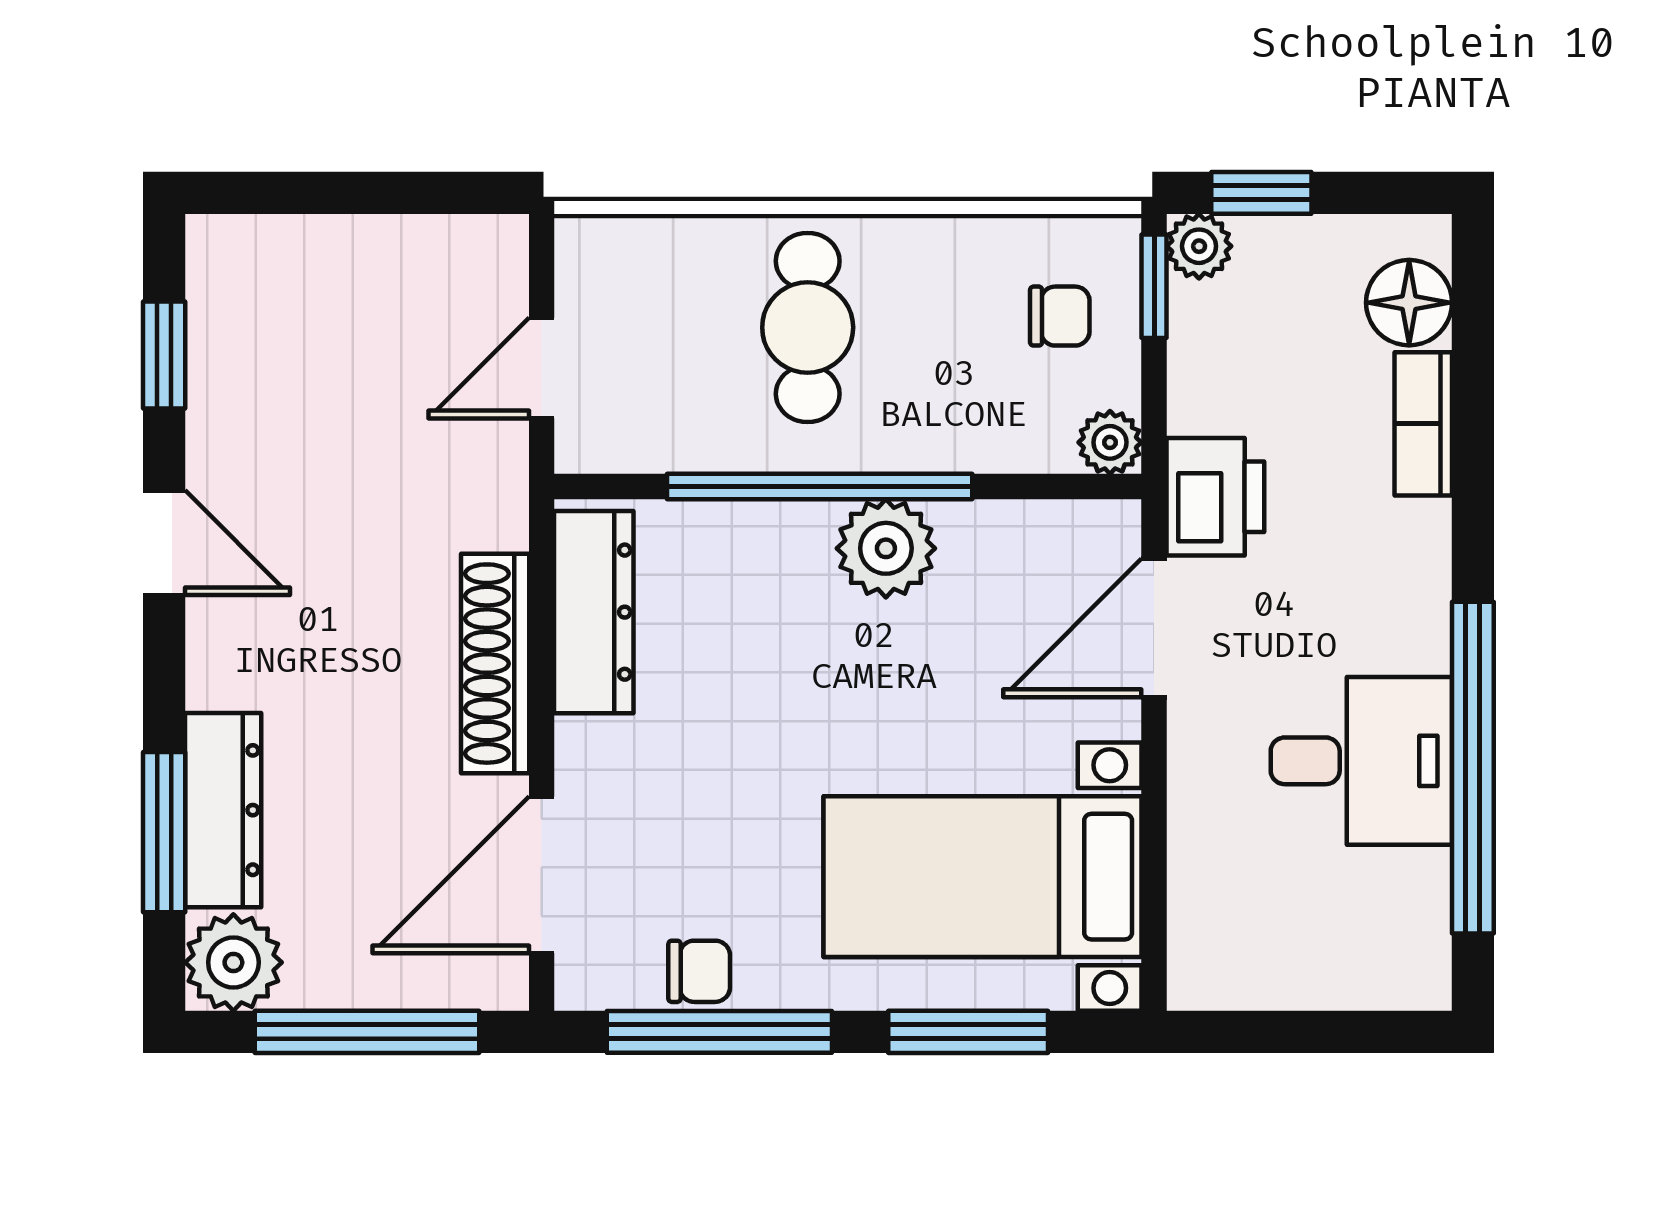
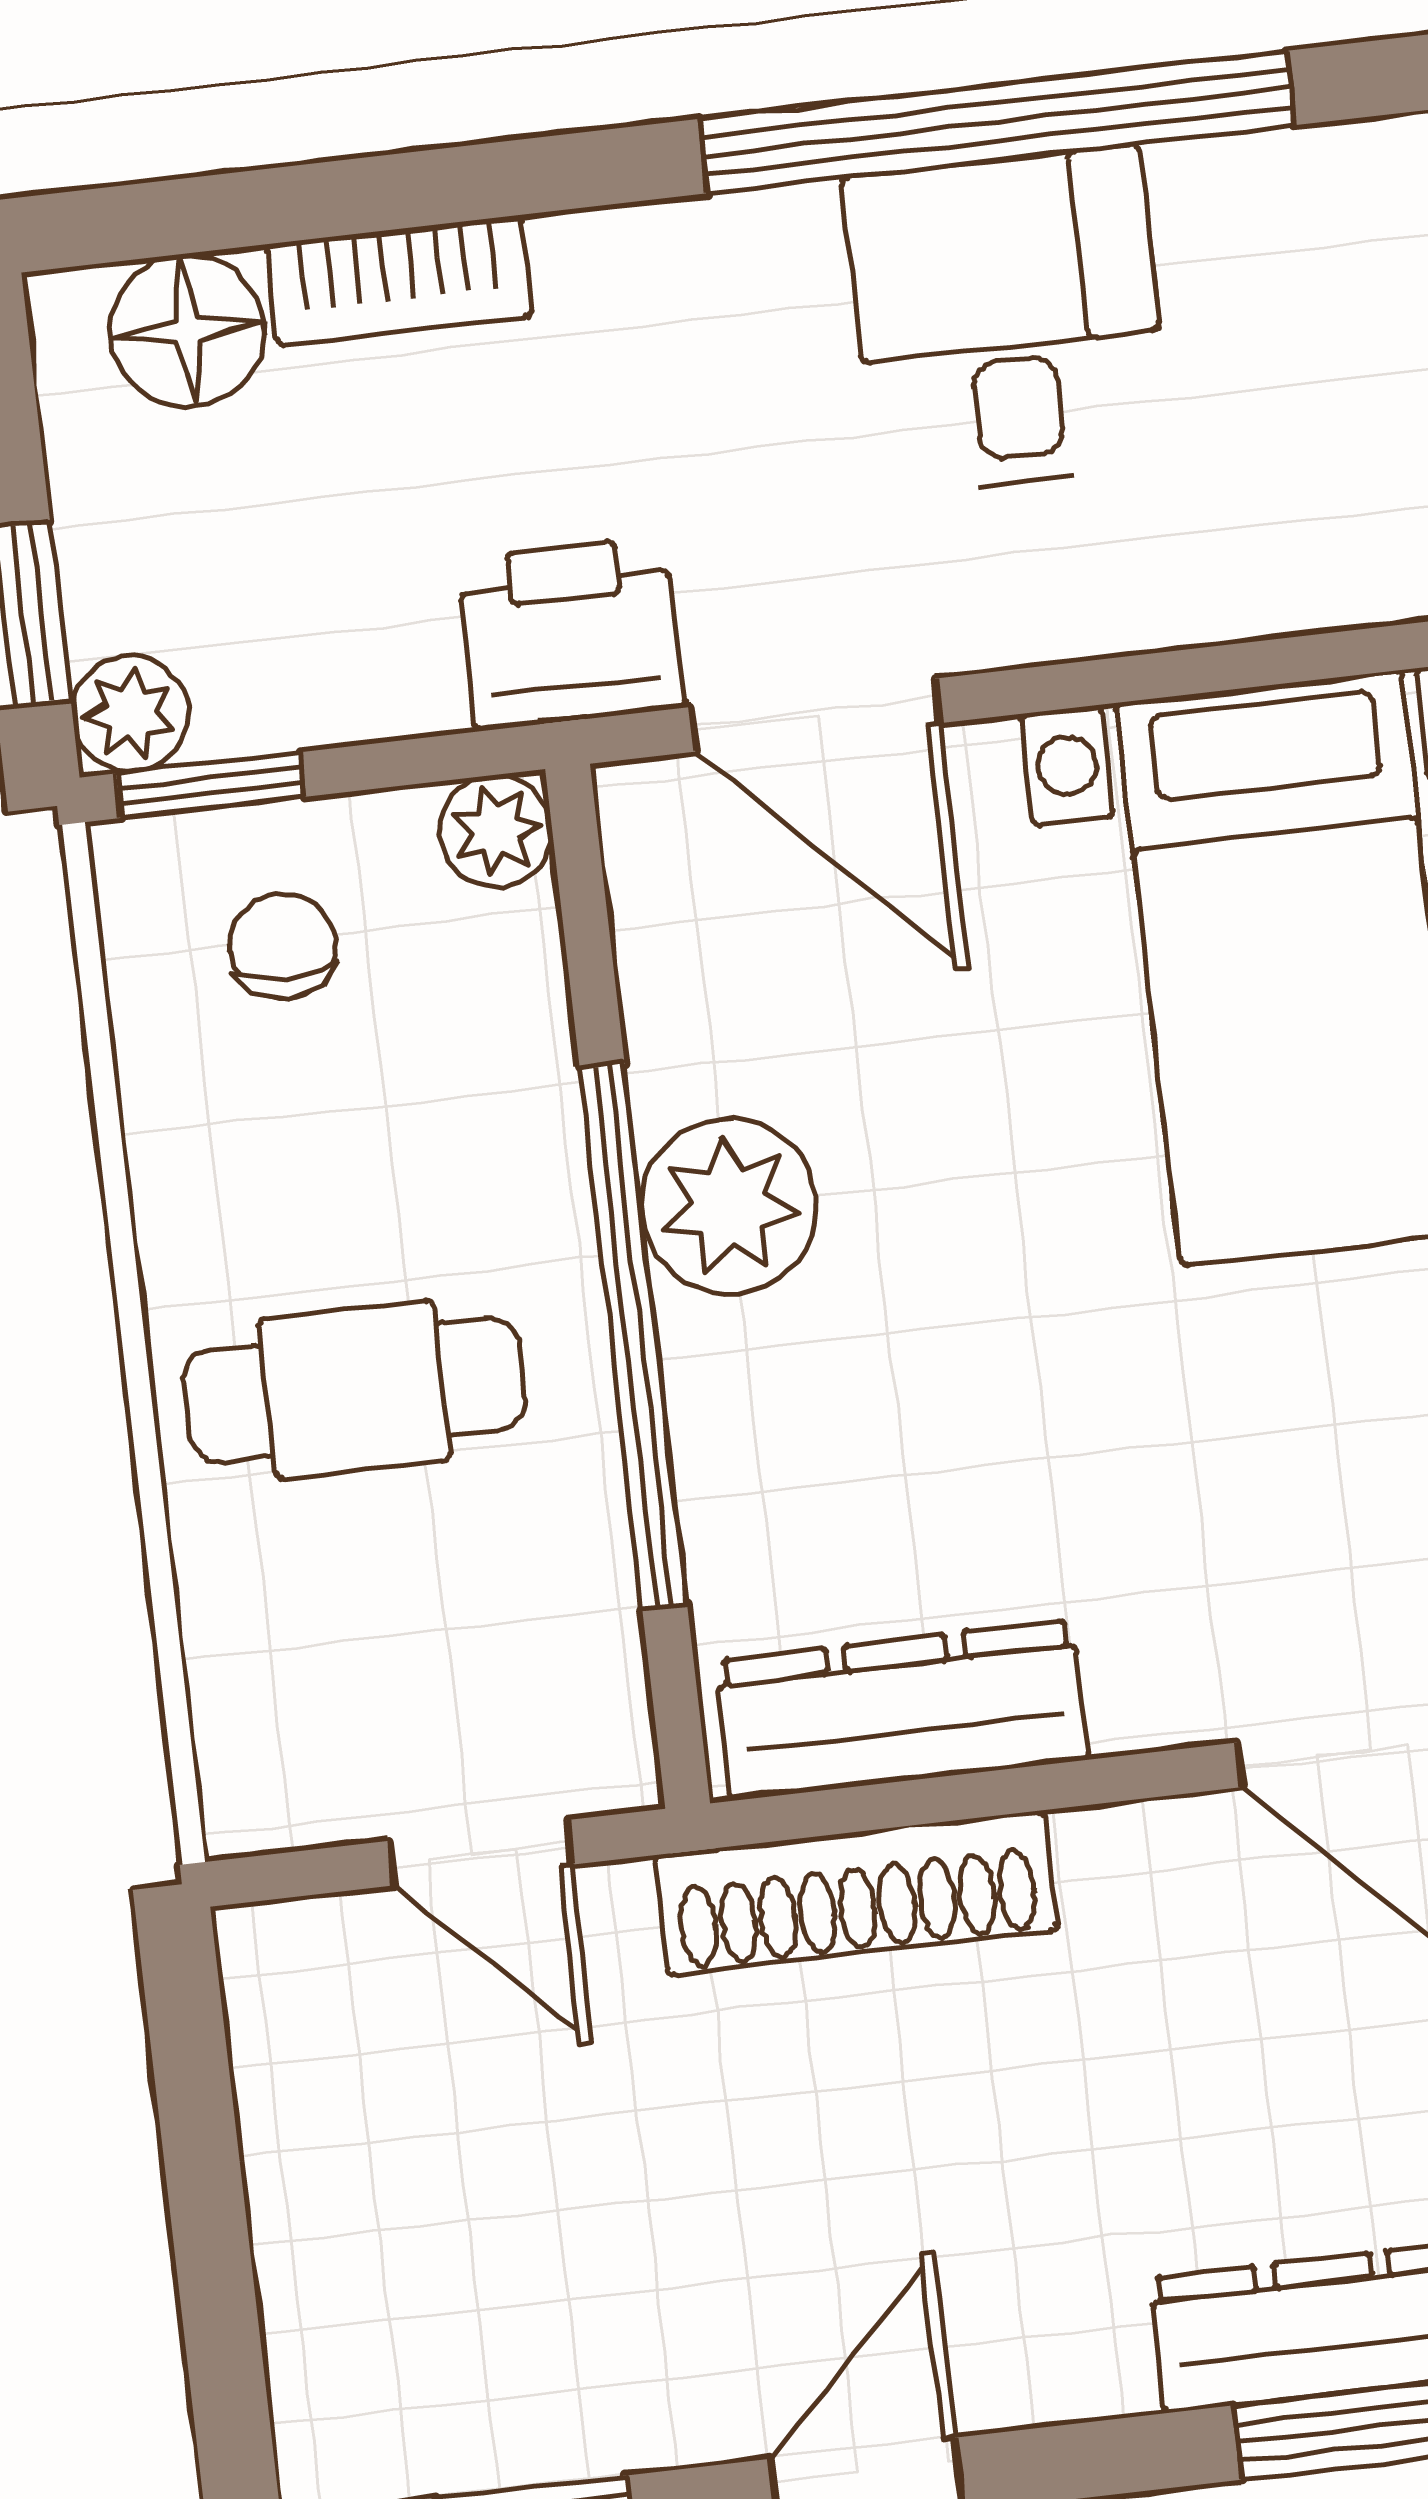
shoe rack: (495, 664) -> (856, 1893), moved

